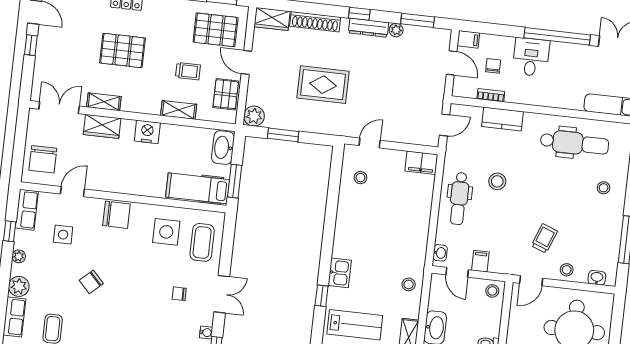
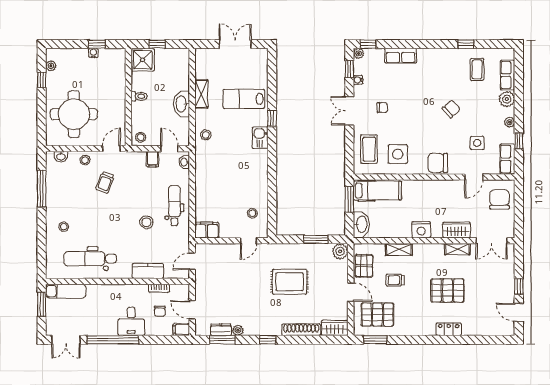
dresser: (369, 28) -> (221, 330), moved, width x0.70

